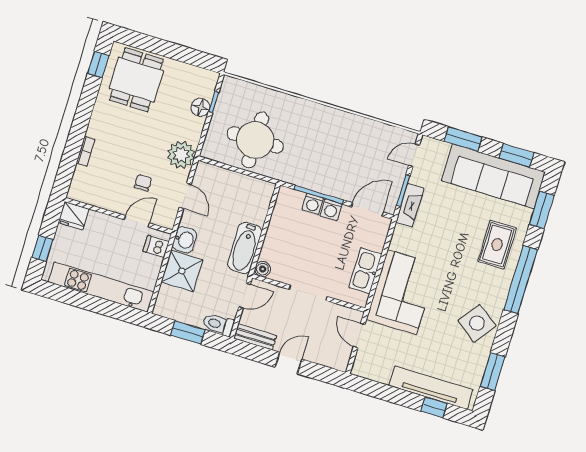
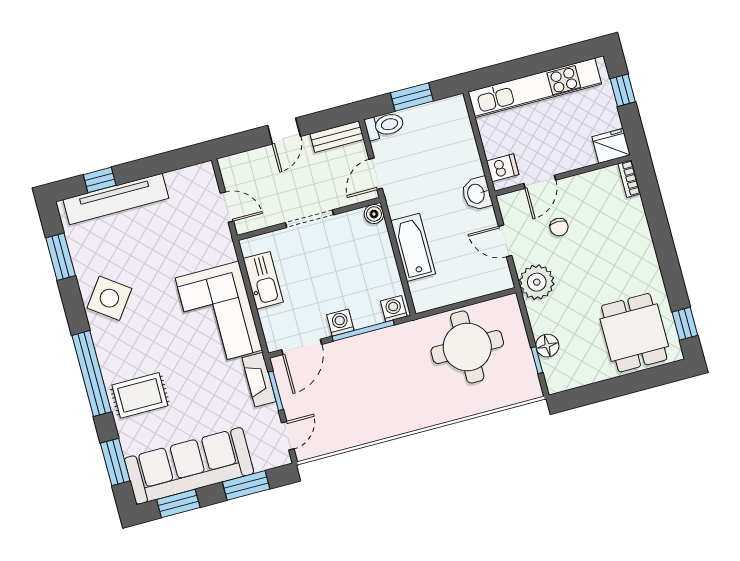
bookcase: (86, 151) -> (629, 179), moved
washing machine: (313, 204) -> (394, 309), moved
rug: (497, 245) -> (140, 395), turned 90
bathtub: (245, 248) -> (413, 247), moved
shower: (182, 271) -> (459, 159), removed
corner sofa: (402, 292) -> (219, 314), moved

